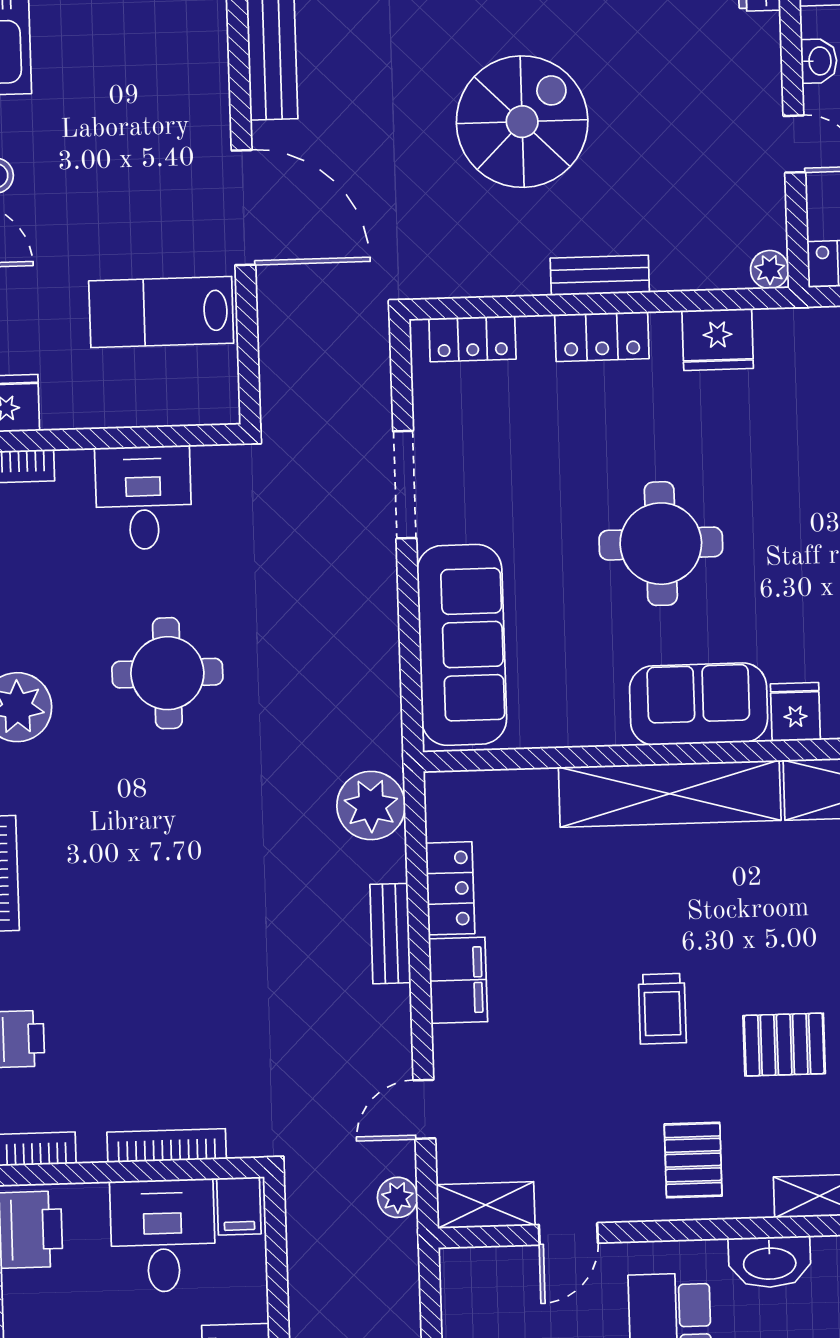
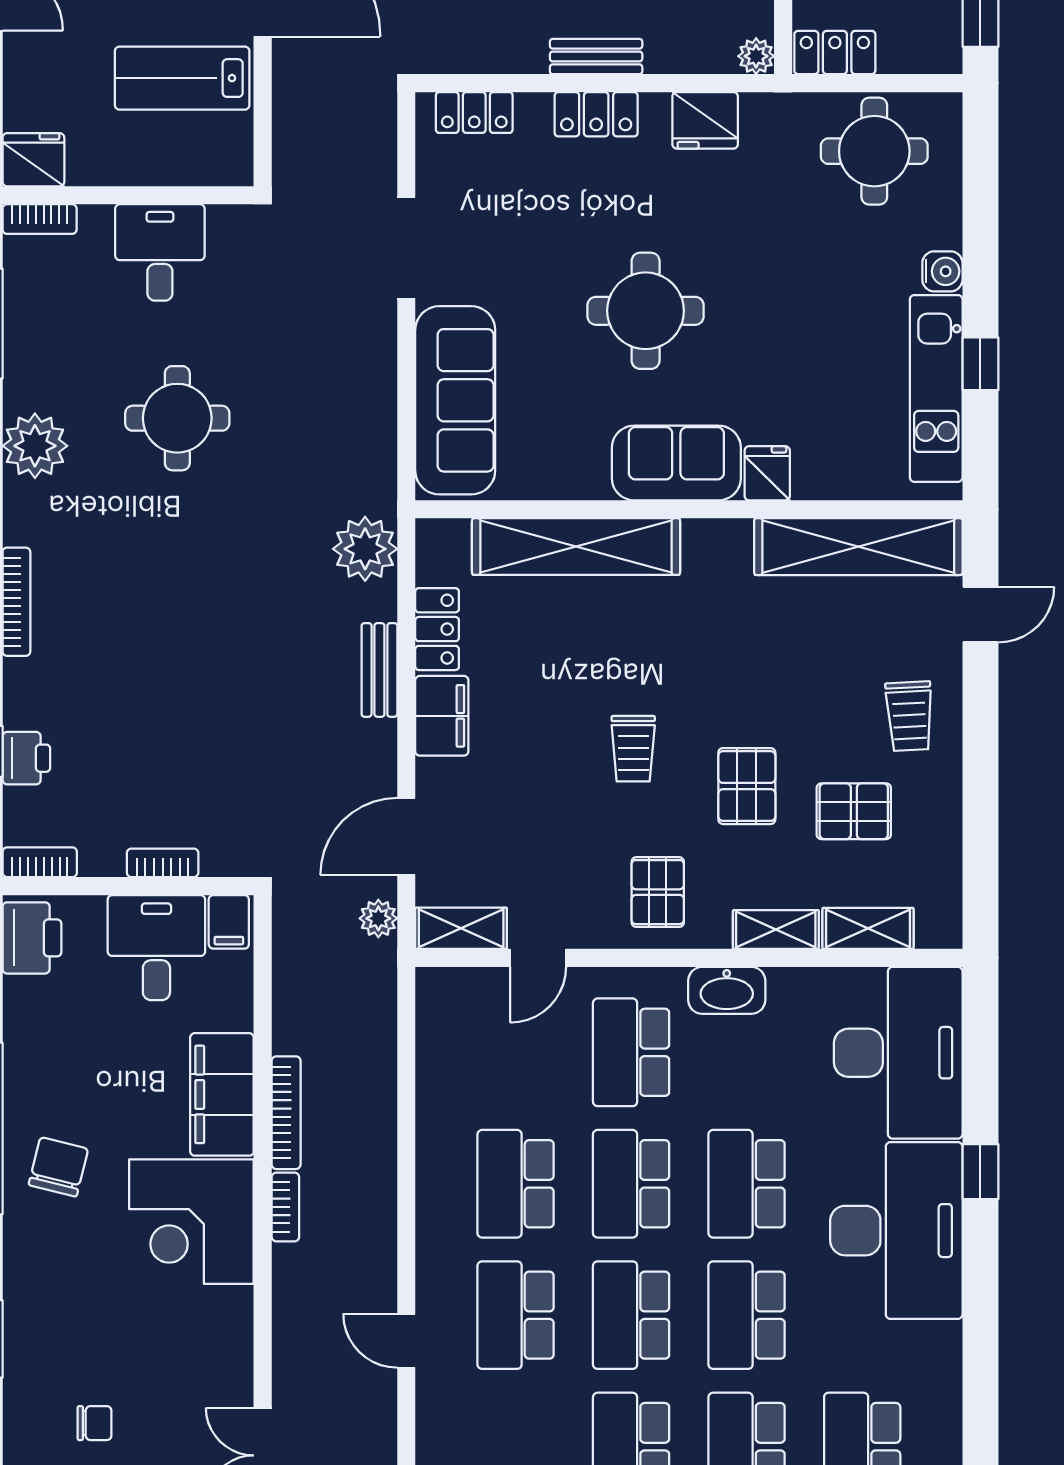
shelving: (670, 794) -> (576, 547), moved
pallet: (784, 1045) -> (747, 786), turned 90
door: (424, 1109) -> (406, 836), width x1.38
bookcase: (167, 1146) -> (163, 863), width x0.64

